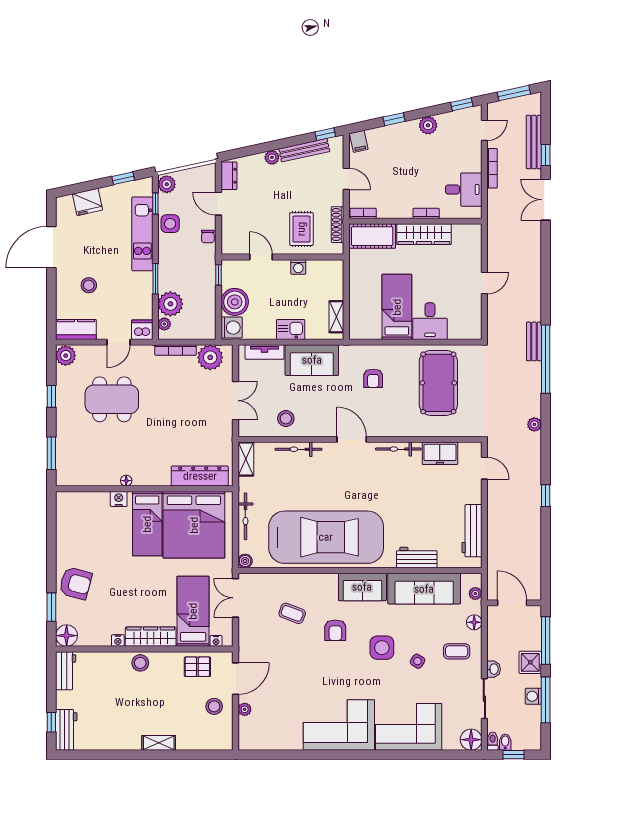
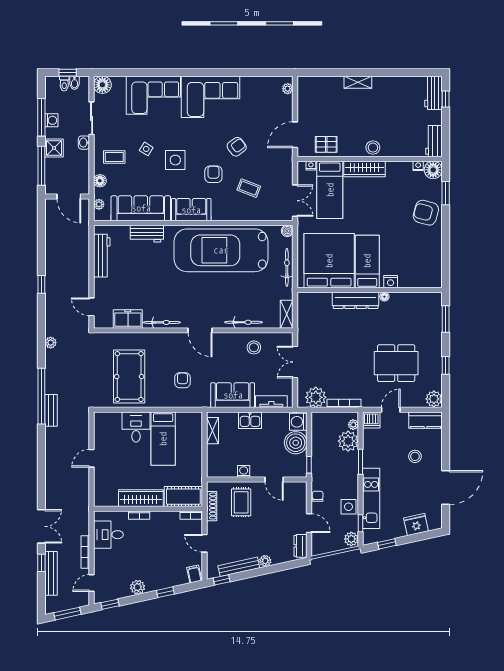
dresser: (200, 476) -> (356, 300), moved
nightstand: (118, 641) -> (418, 166), moved
armchair: (307, 664) -> (237, 147), added
stool: (214, 706) -> (312, 112), removed
plant: (245, 709) -> (288, 89), moved
toilet: (493, 741) -> (64, 84), moved

